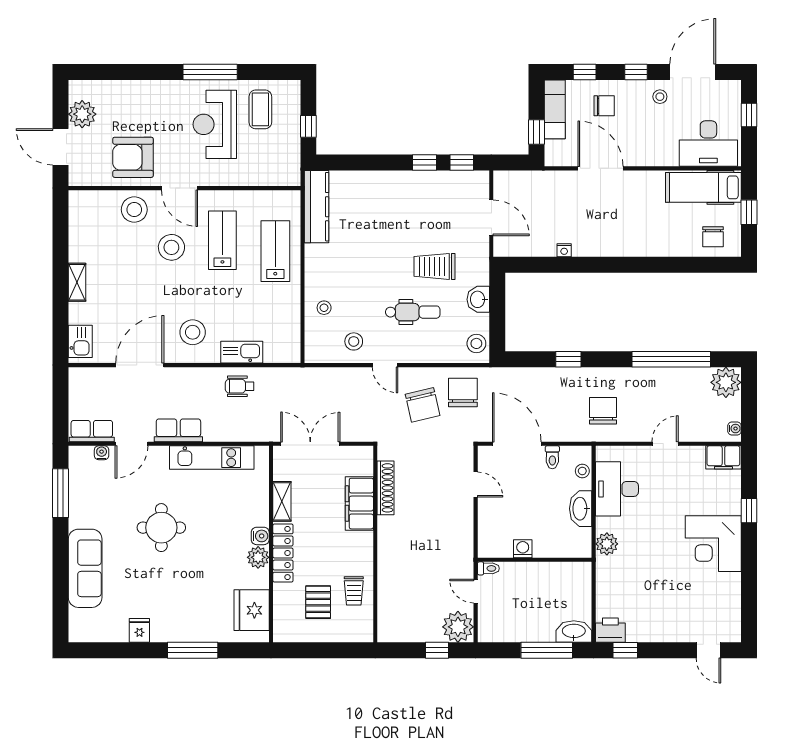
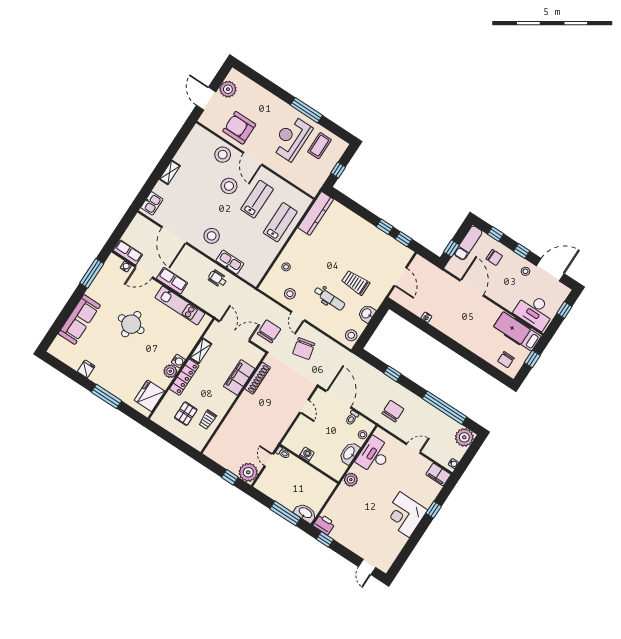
door: (140, 365) -> (174, 235), swing flipped
chair: (463, 392) -> (269, 331), moved

